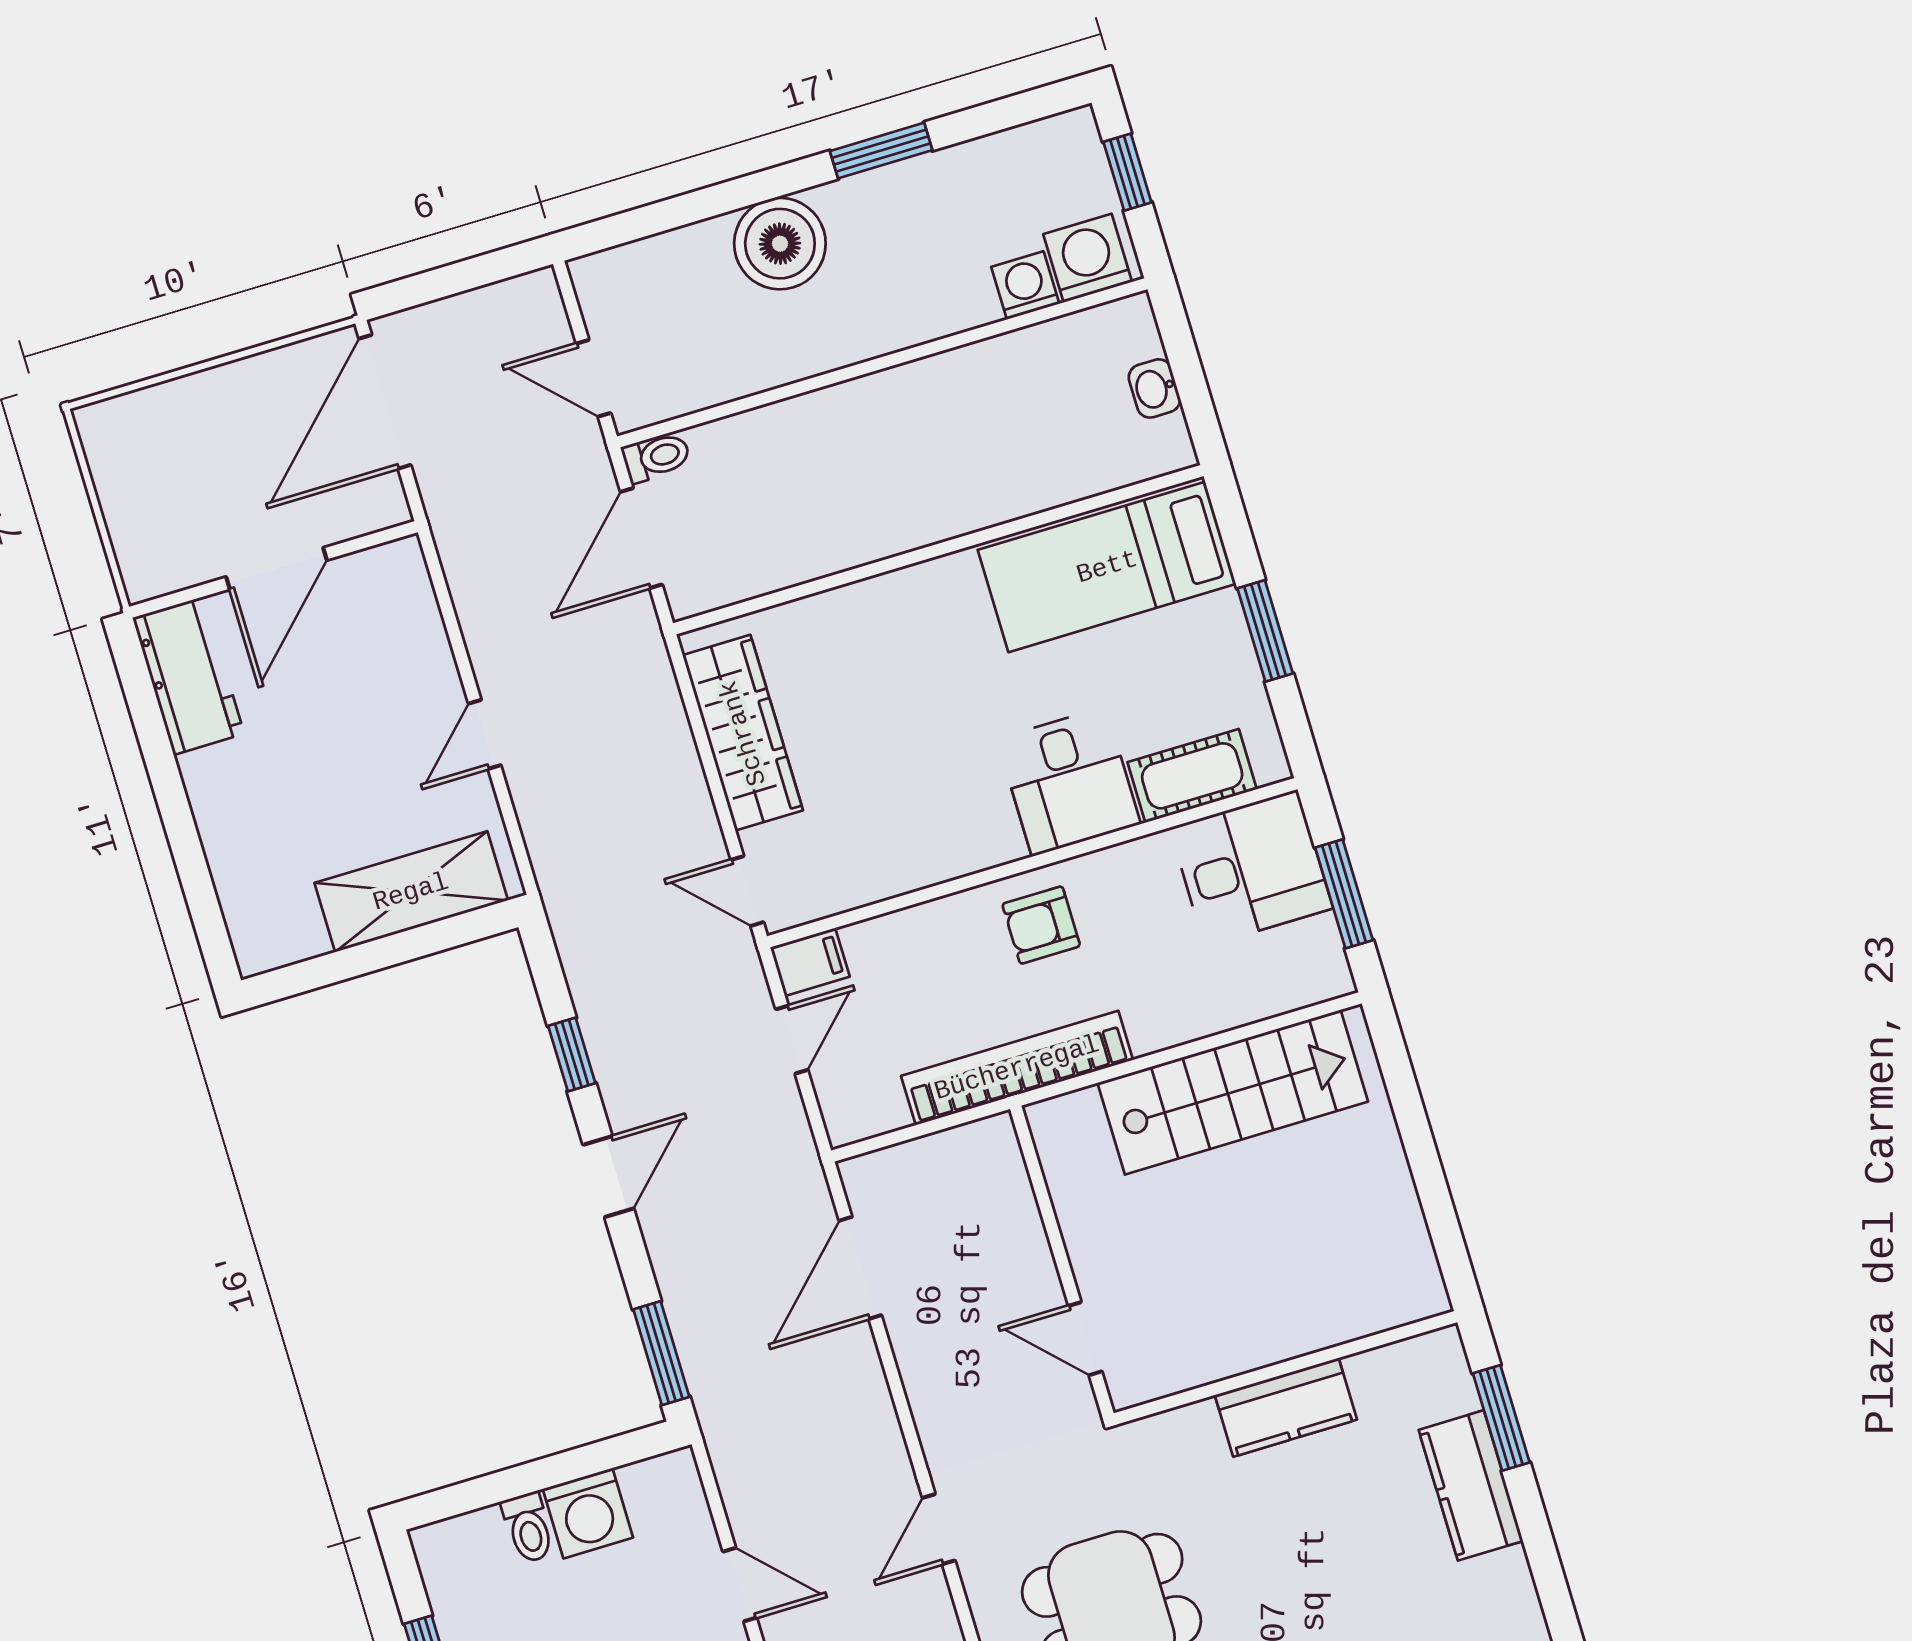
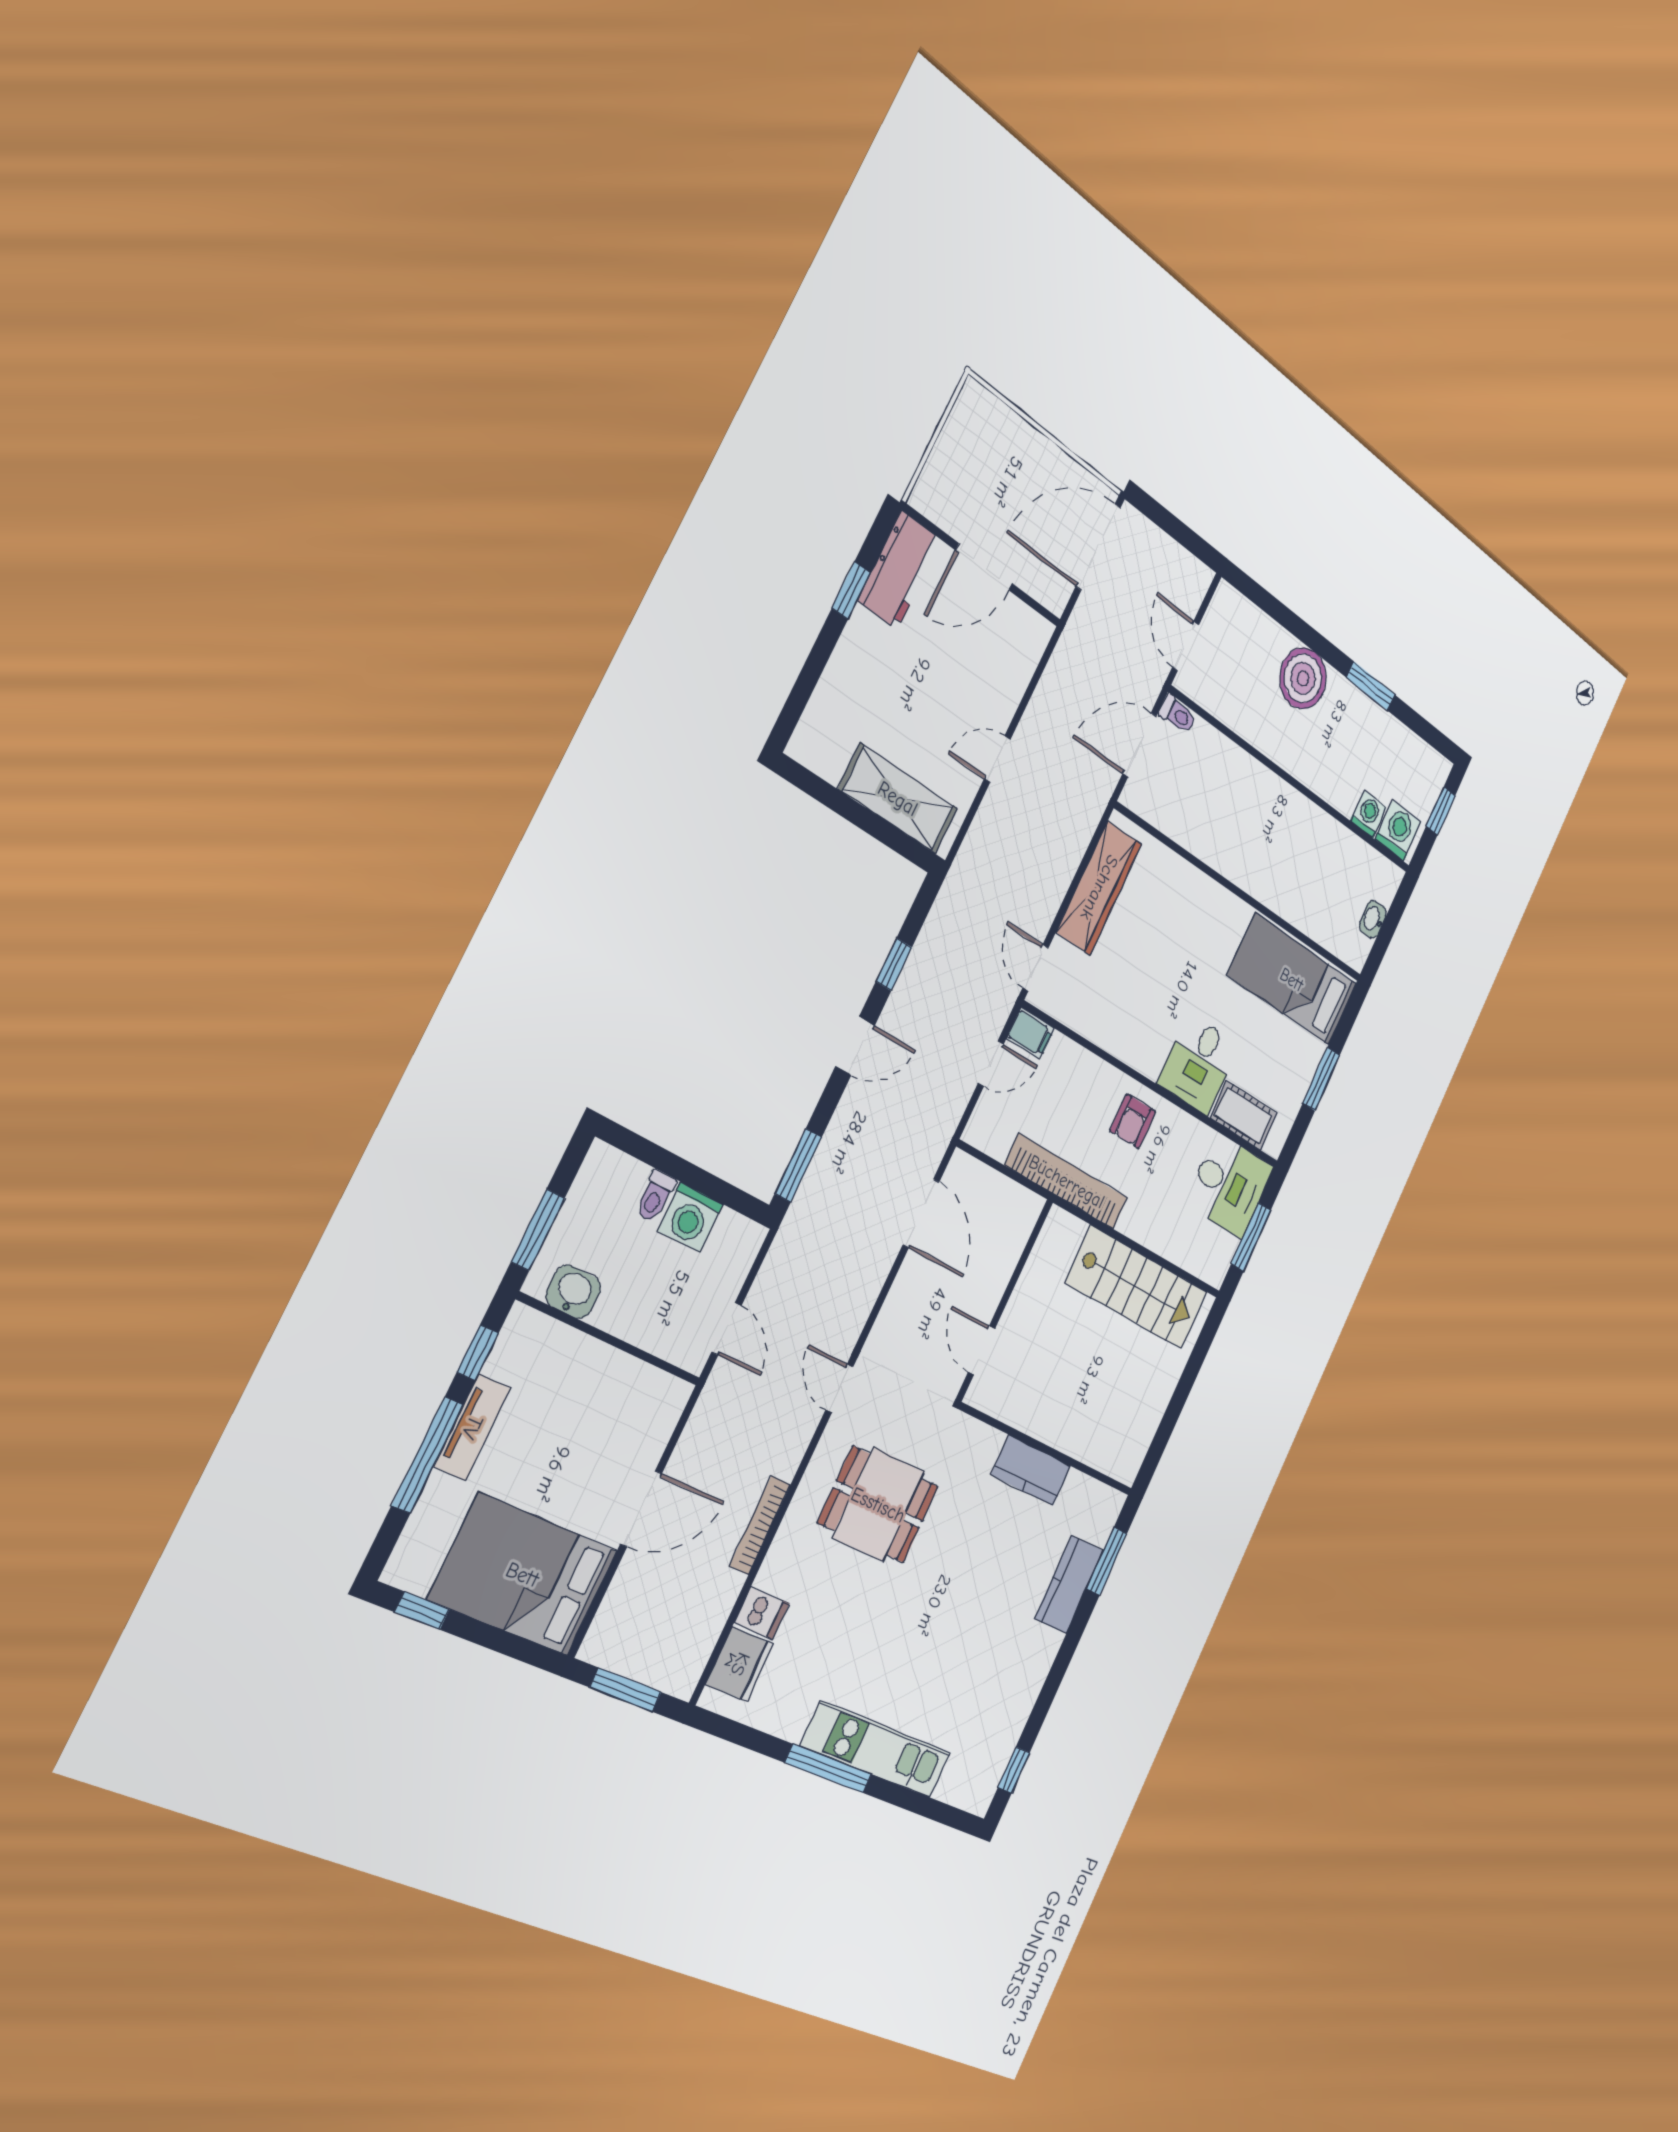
window: (158, 752) -> (851, 590), added
armchair: (1041, 925) -> (1133, 1121), turned -90
door: (860, 1268) -> (921, 1213), swing flipped
door: (939, 1529) -> (839, 1388), hinge flipped

